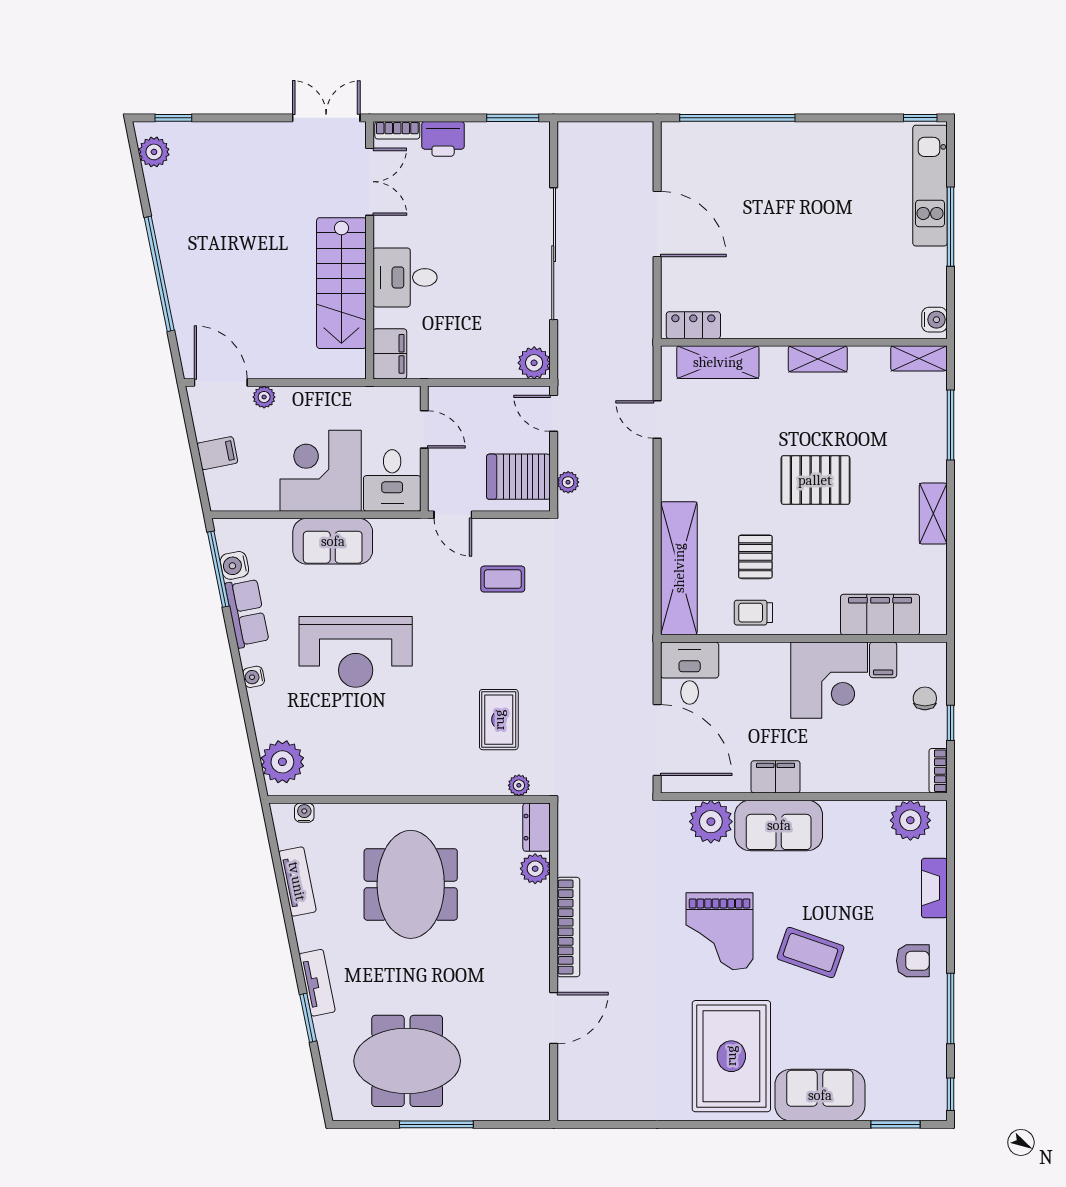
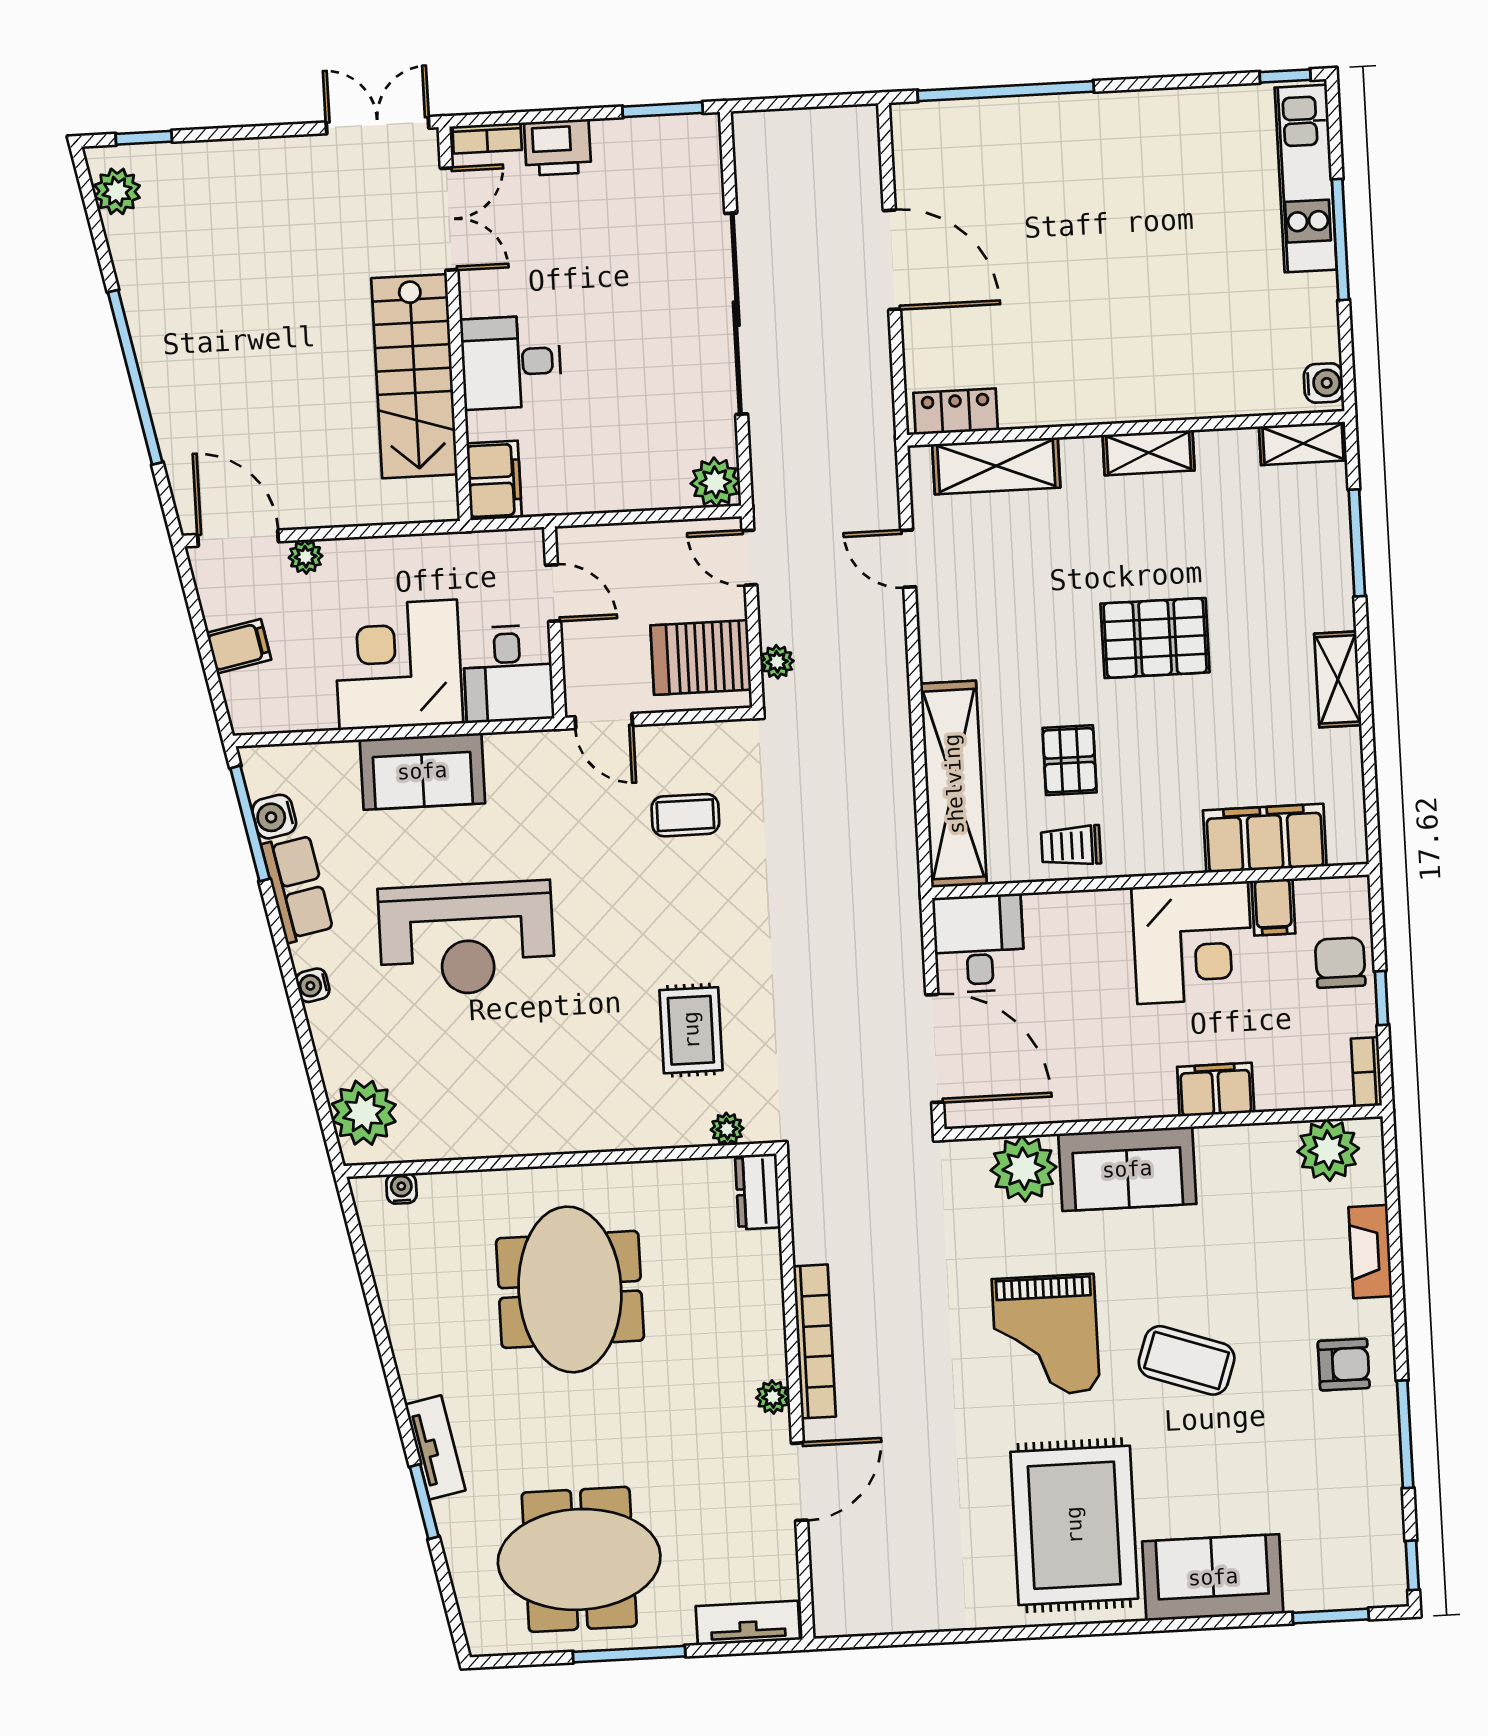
chair: (925, 698) -> (1340, 963), width x1.37, depth x1.37
filing cabinet: (776, 777) -> (1216, 1090), moved
plant: (535, 869) -> (773, 1397), moved, width x0.73, depth x0.73
tv unit: (297, 881) -> (748, 1623), moved, turned -79

